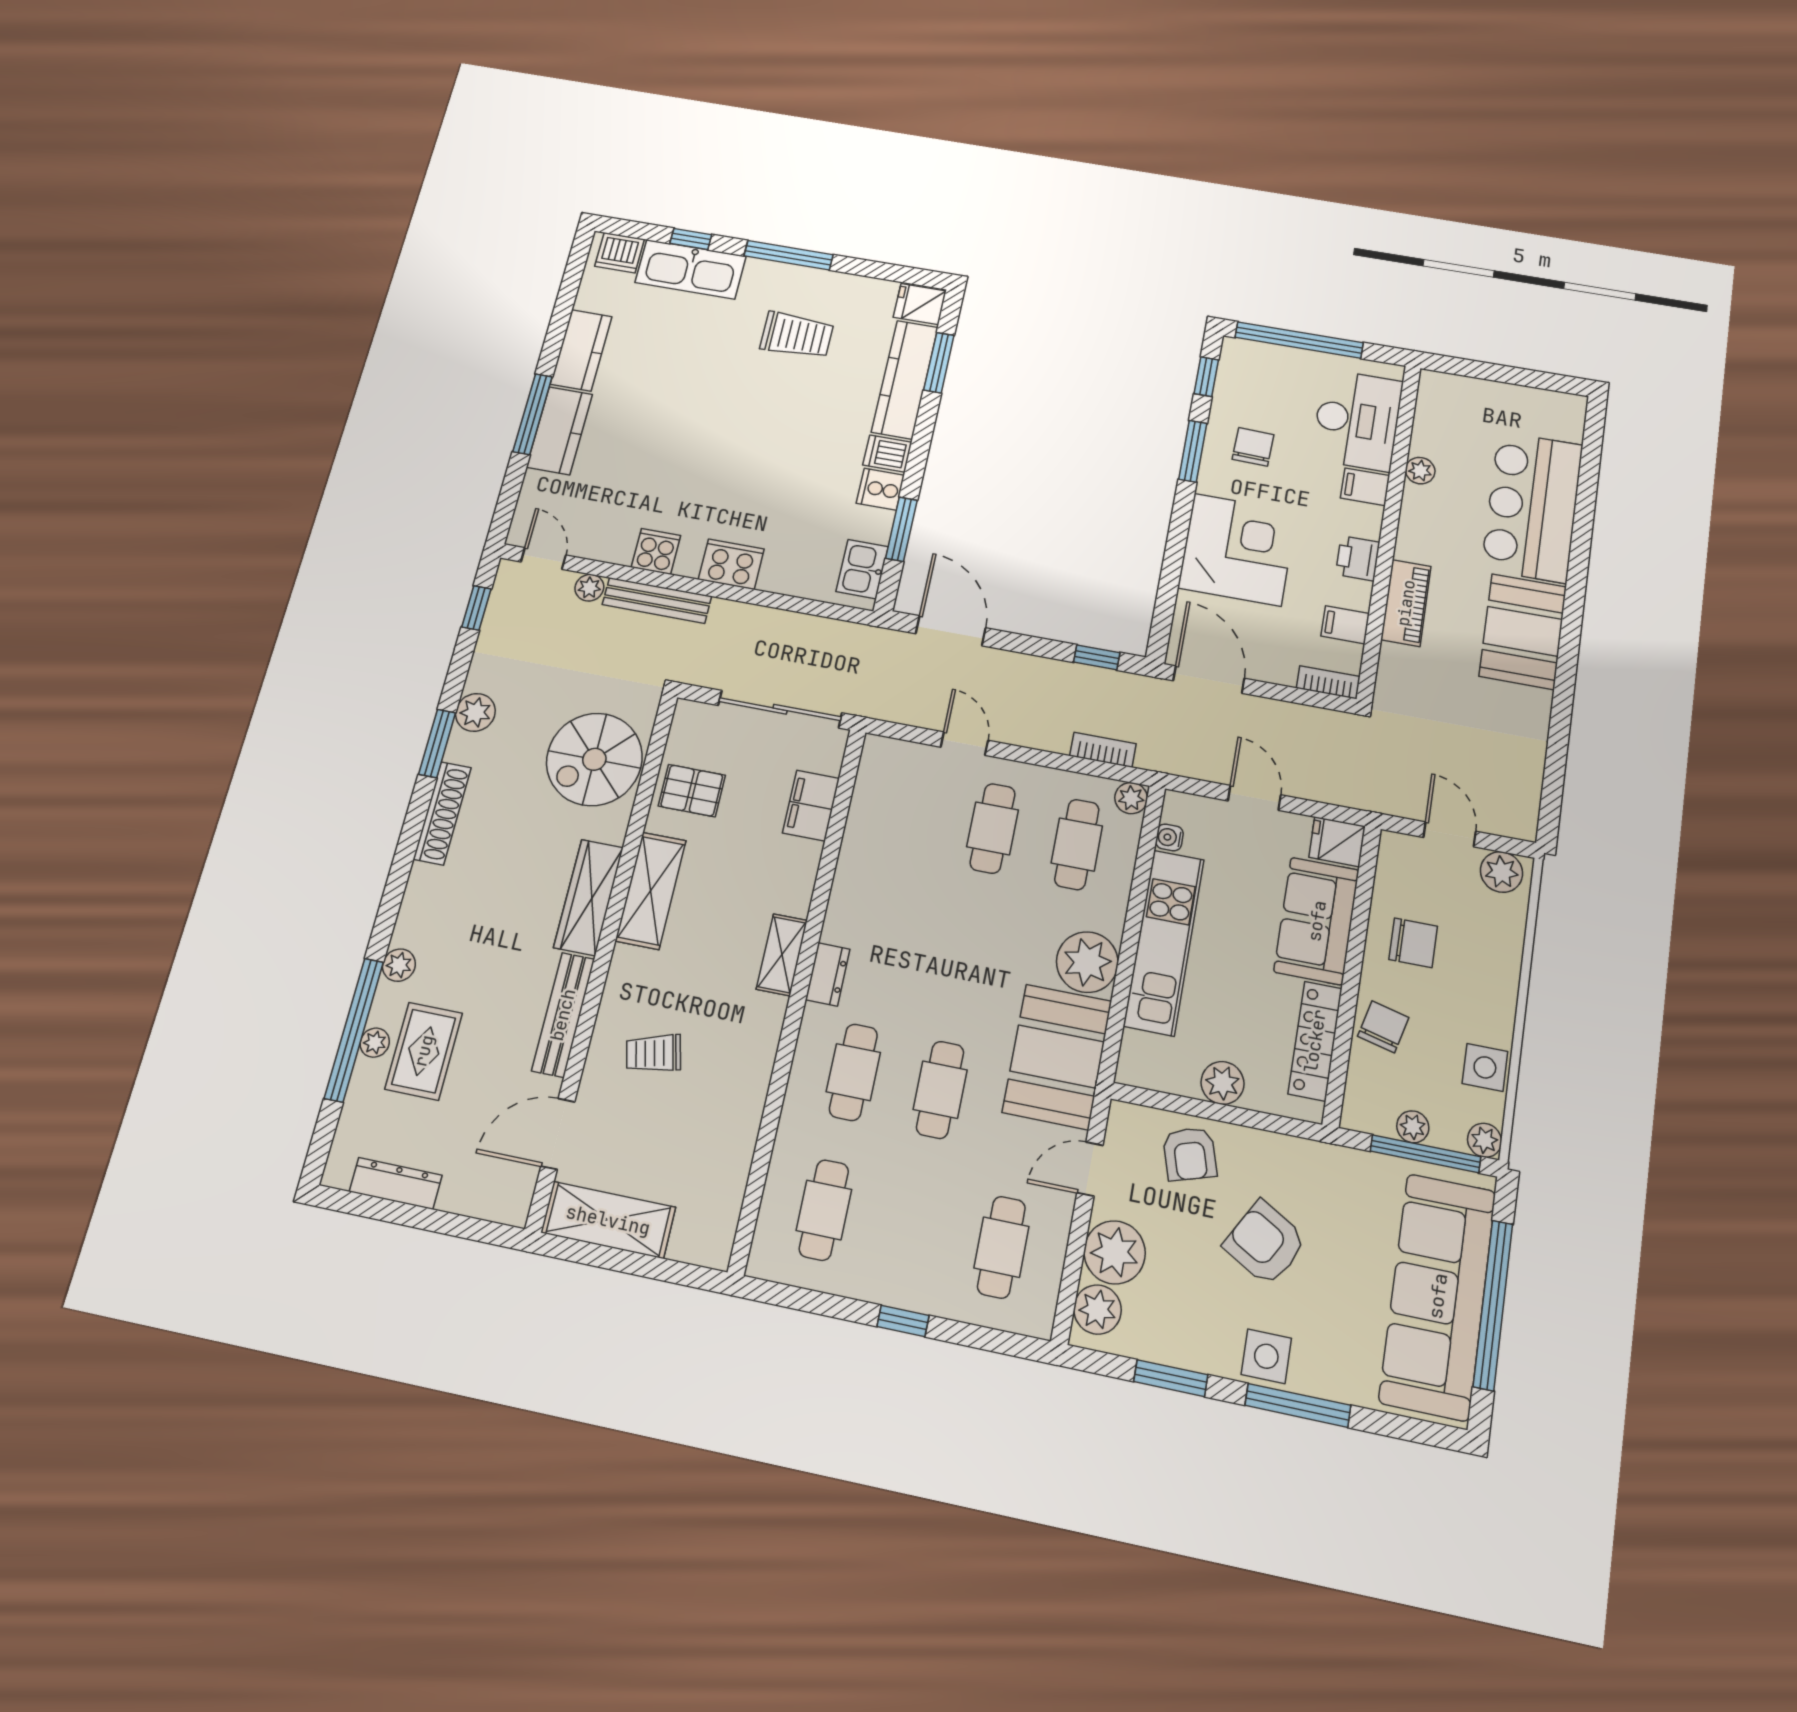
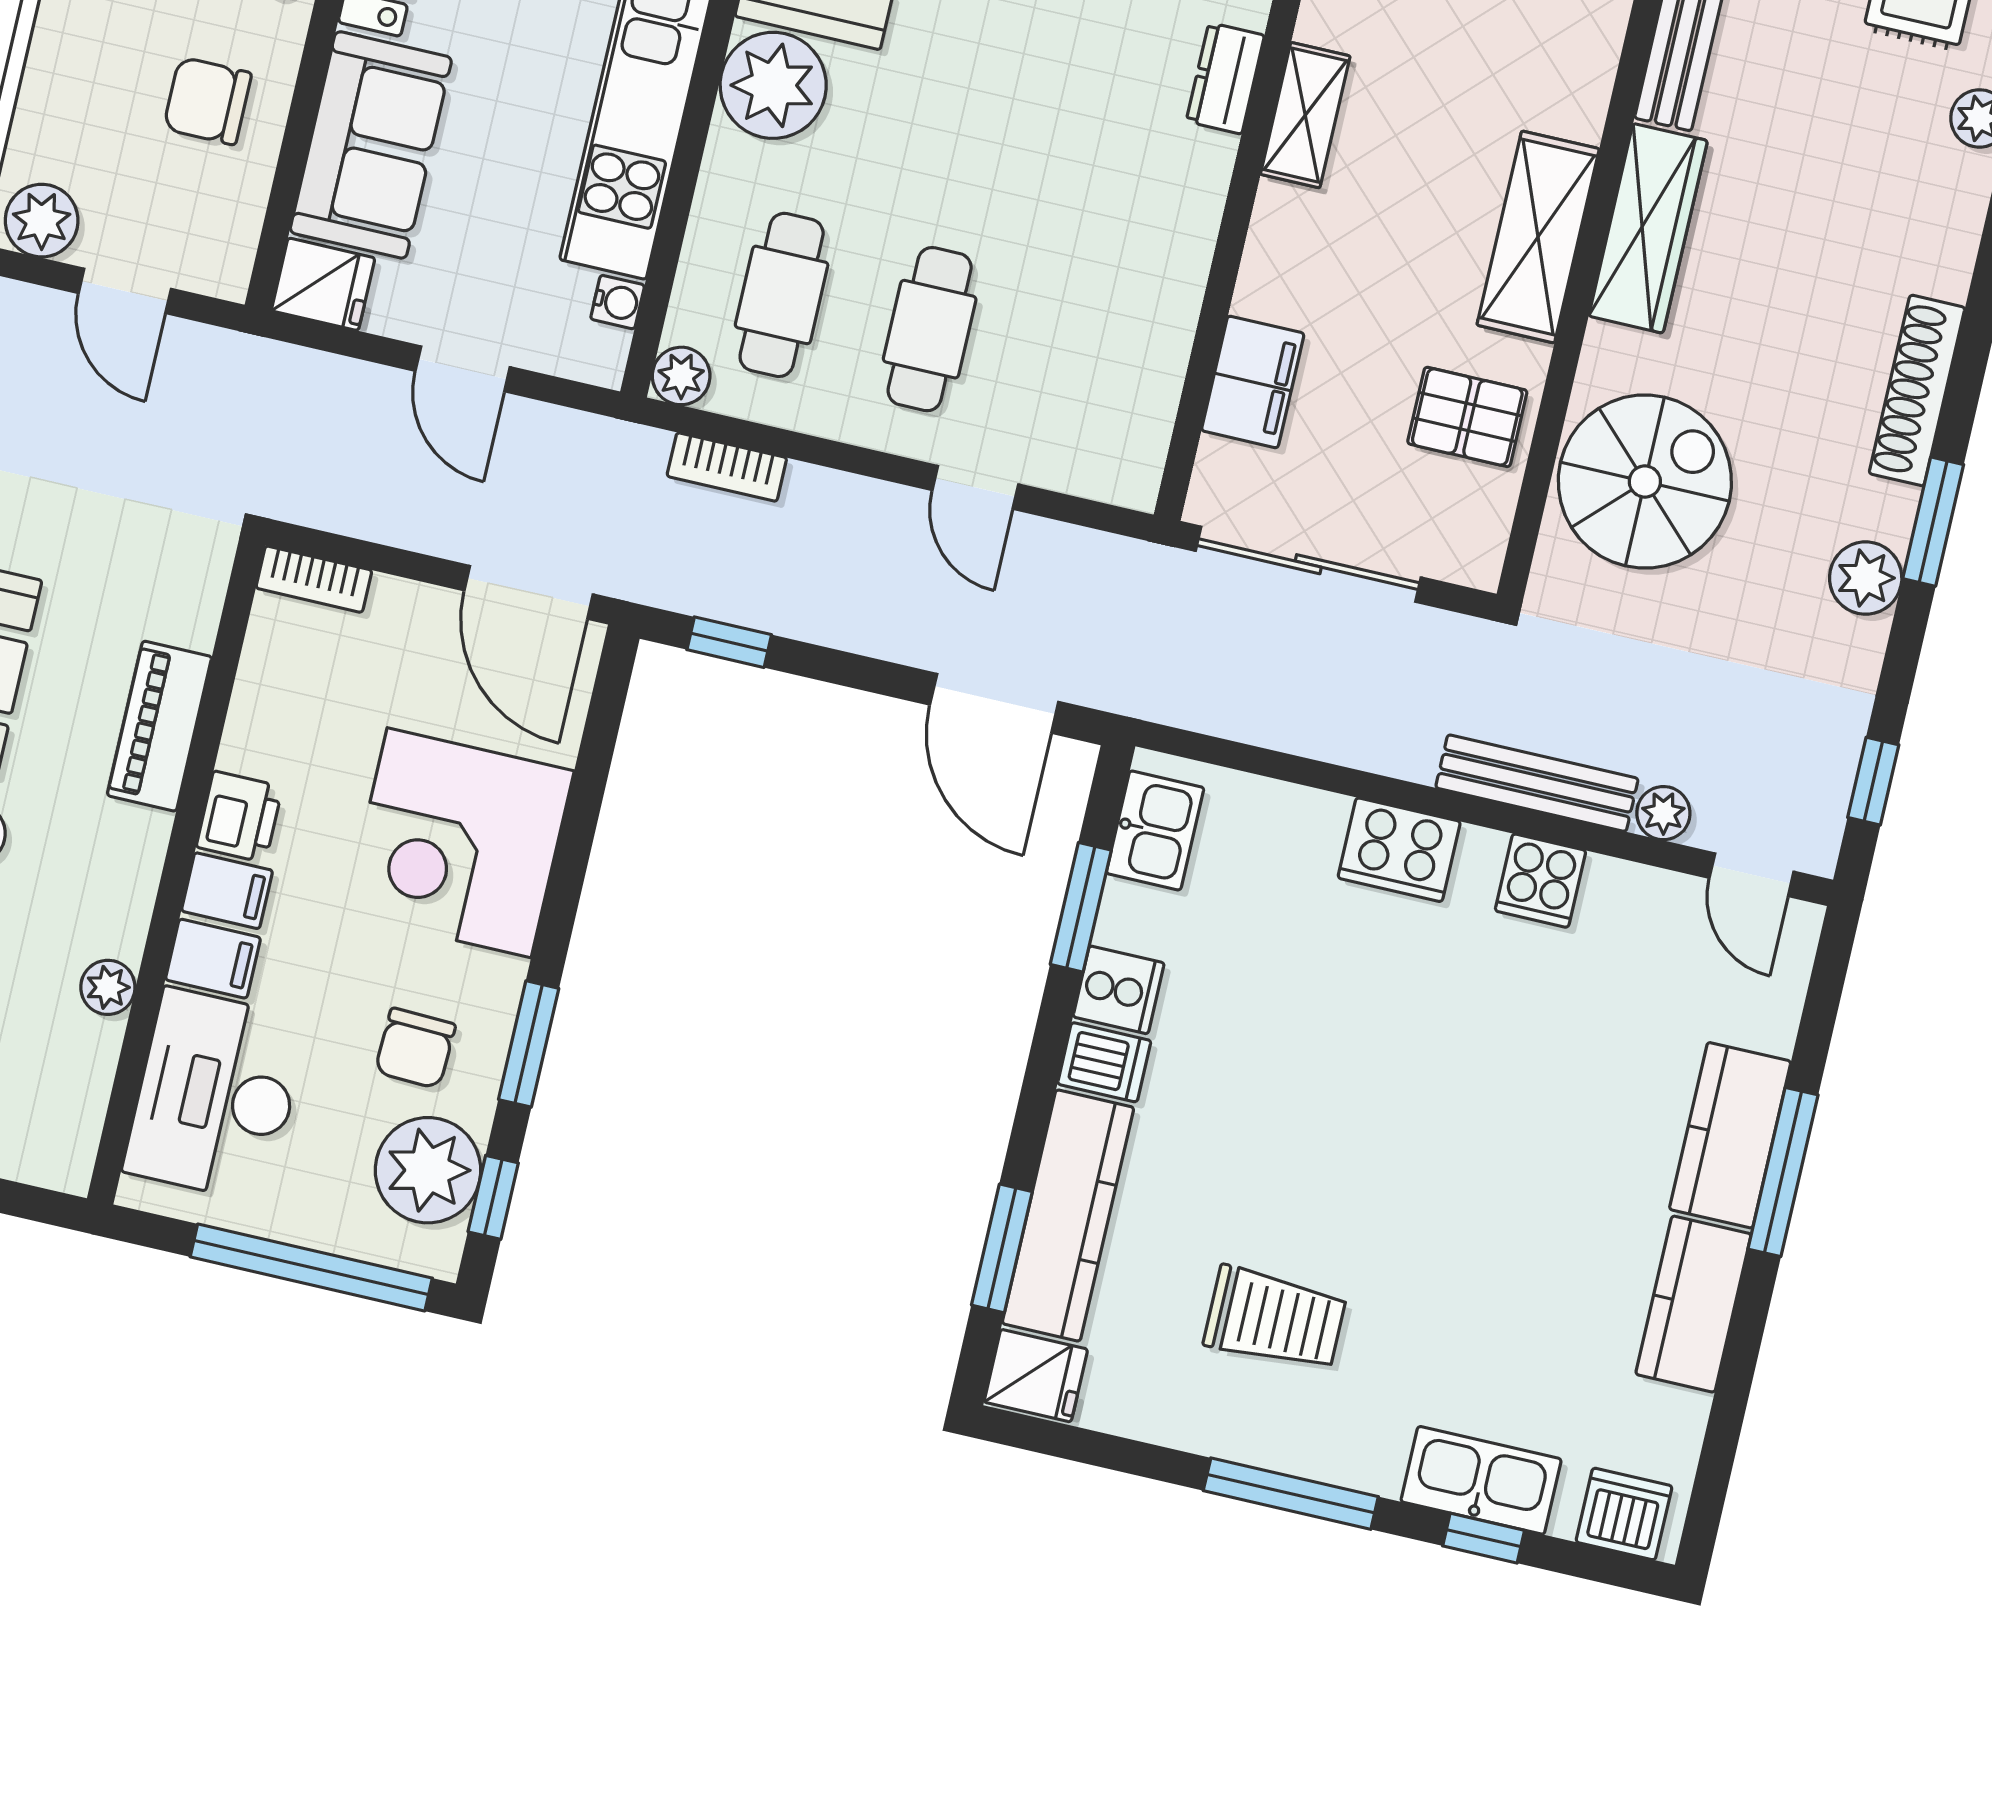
kitchen sink: (691, 269) -> (1481, 1480), width x0.73, depth x0.81
trolley: (797, 335) -> (1275, 1319), turned 180
plant: (1242, 388) -> (428, 1170), added
filing cabinet: (1345, 625) -> (227, 891), moved

